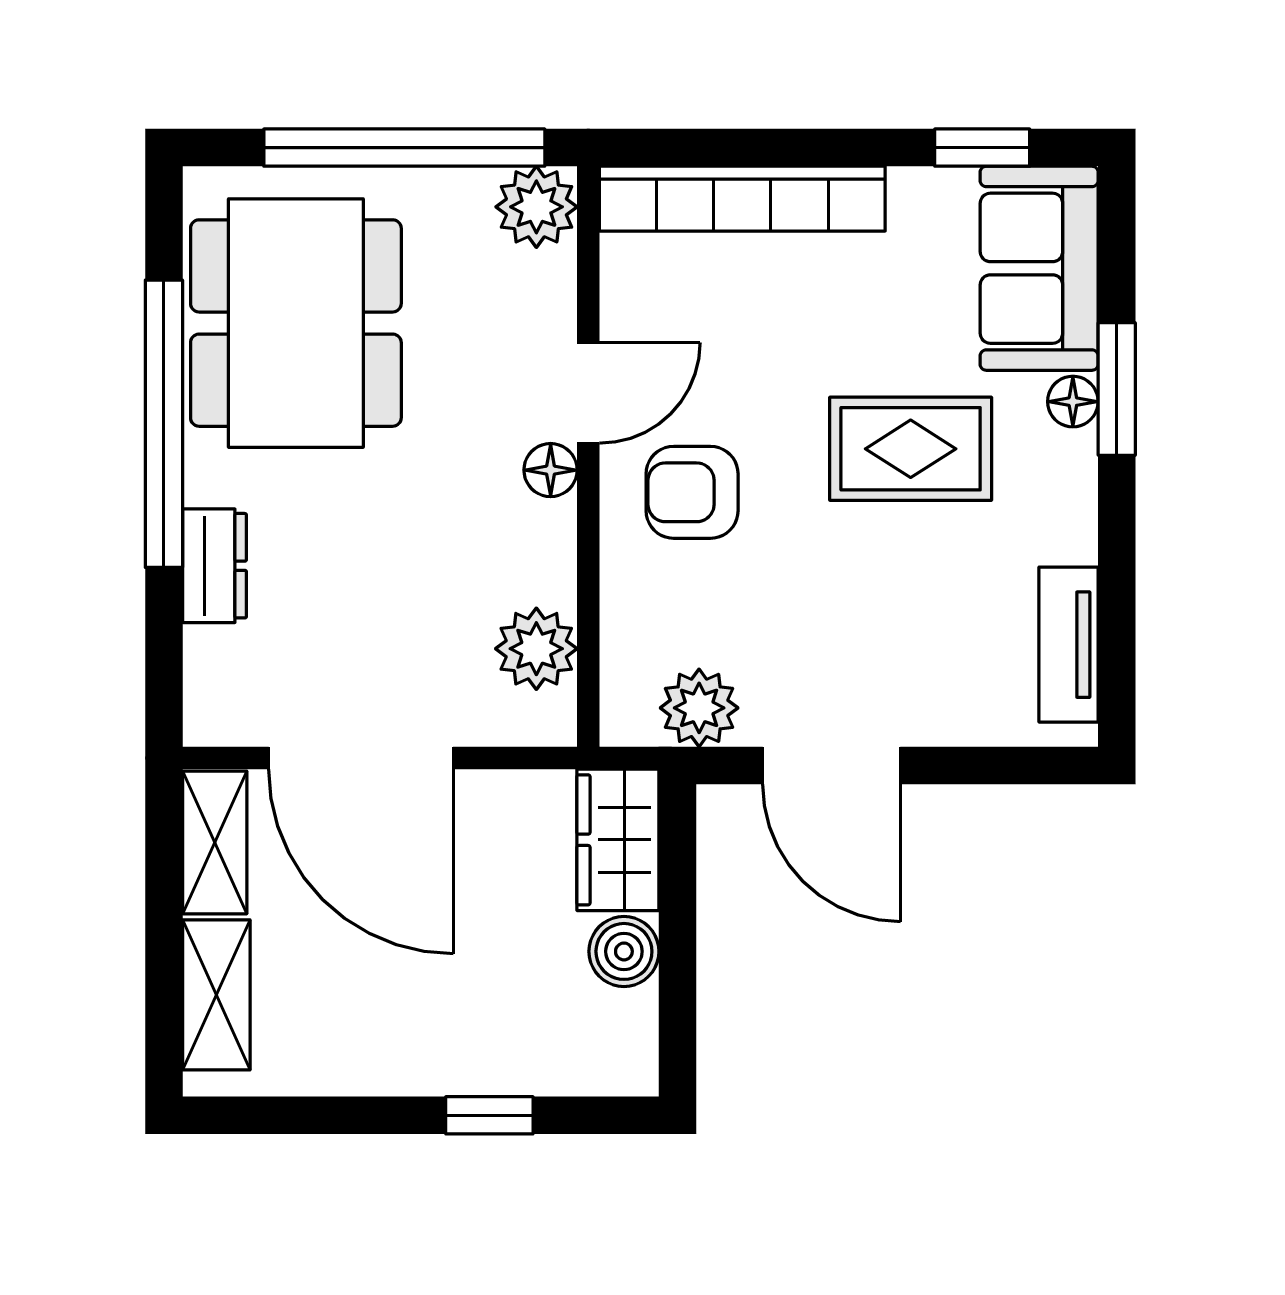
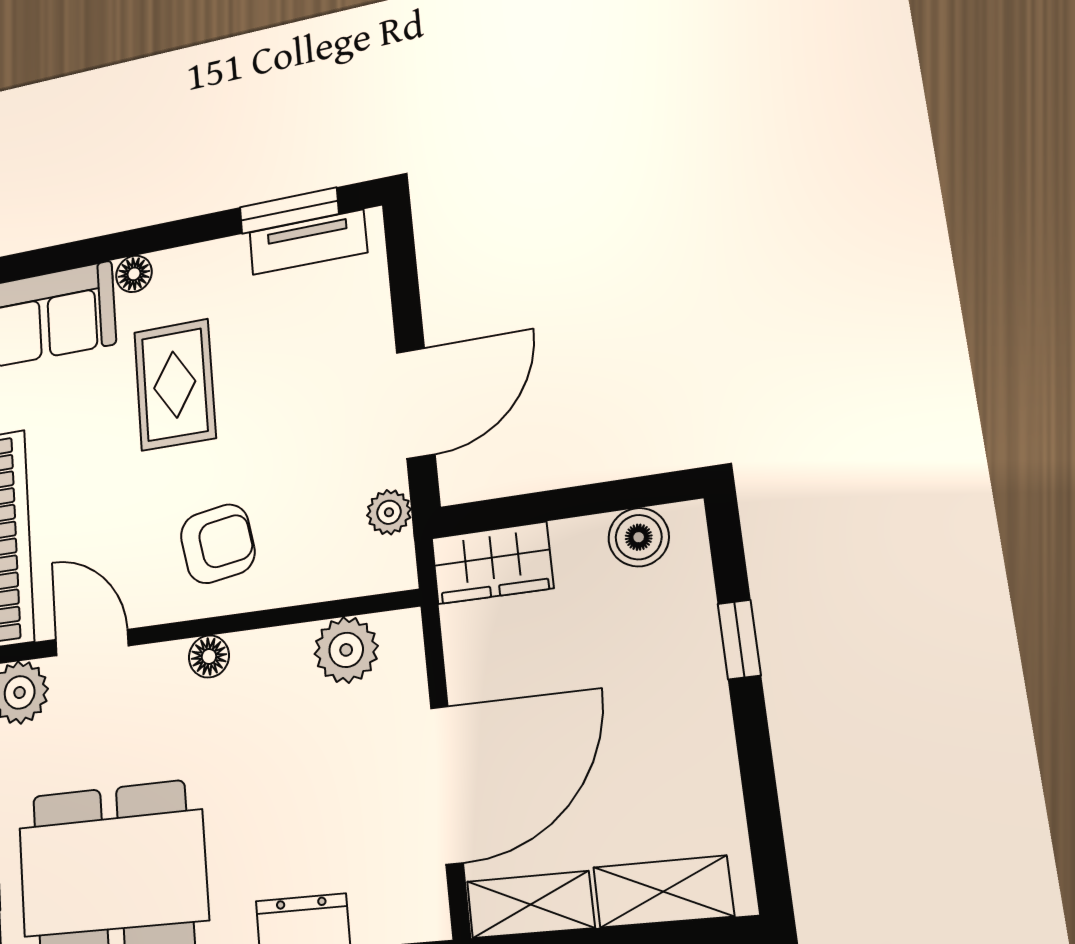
window: (1117, 389) -> (289, 211), moved
door: (588, 393) -> (92, 643), moved
armchair: (692, 492) -> (218, 544), turned -99
plant: (699, 708) -> (389, 512), width x0.73, depth x0.73
boiler: (624, 951) -> (639, 537), moved

